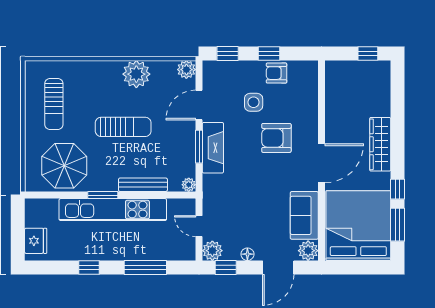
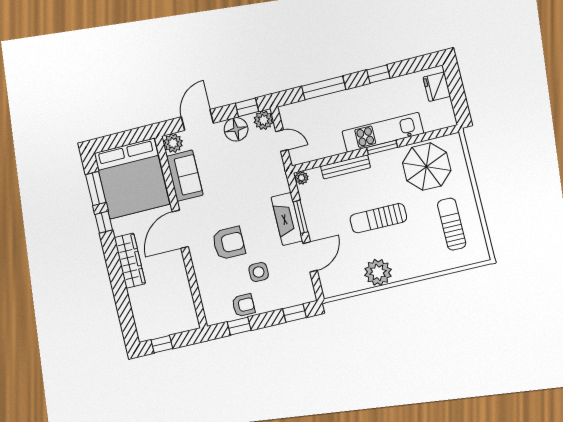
window: (269, 53) -> (239, 326), moved
plant: (186, 70) -> (331, 288), removed
kitchen unit: (113, 210) -> (383, 132), width x0.73
floor lamp: (247, 254) -> (236, 129), width x1.89, depth x1.89

